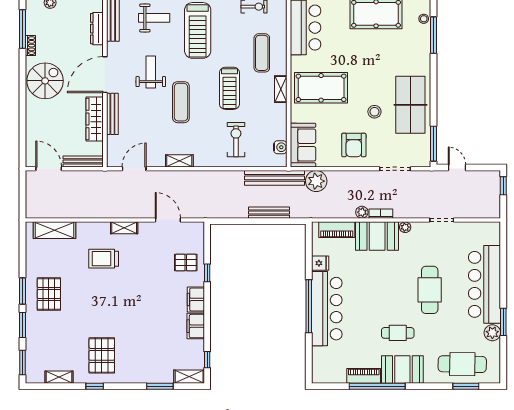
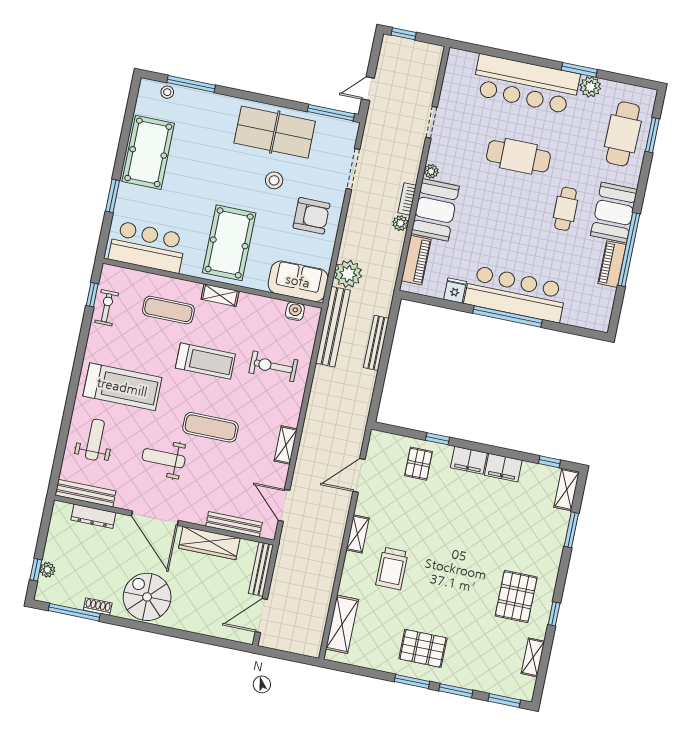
bench: (112, 114) -> (234, 524), moved
pallet: (102, 355) -> (516, 596), turned 90

